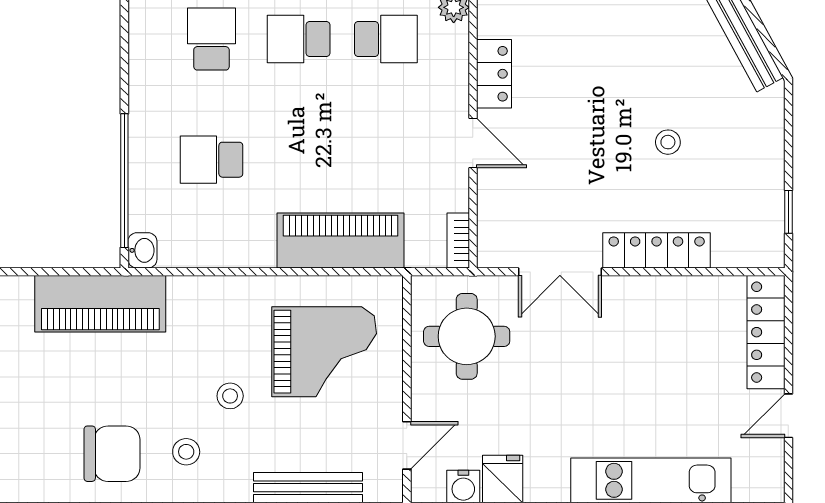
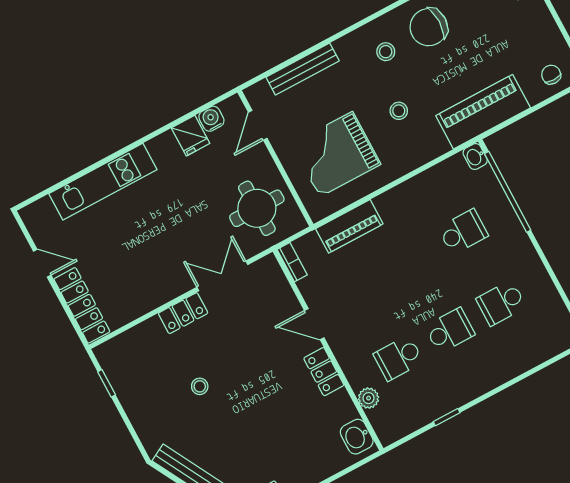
school desk: (211, 39) -> (501, 303), turned 90
piano: (341, 241) -> (349, 226), width x0.73, depth x0.75
locker: (657, 250) -> (183, 313), width x0.66
stool: (230, 396) -> (399, 111), moved
door: (788, 416) -> (42, 263), hinge flipped

